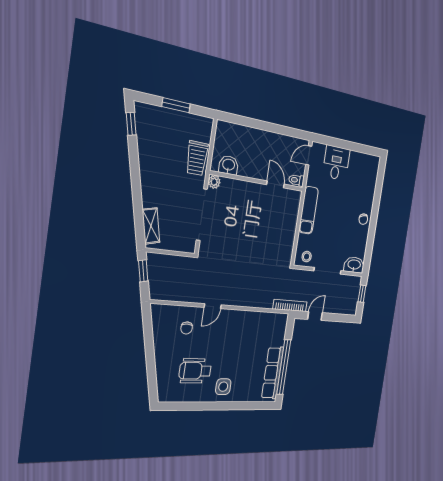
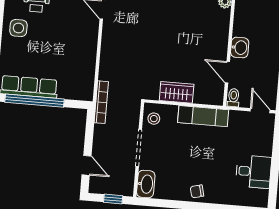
desk: (336, 163) -> (253, 172), moved
washbasin: (229, 165) -> (240, 48), moved
door: (275, 184) -> (227, 72), swing flipped
wardrobe: (288, 235) -> (177, 92), added
door: (315, 316) -> (87, 165), moved

